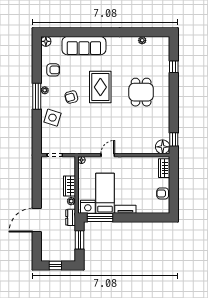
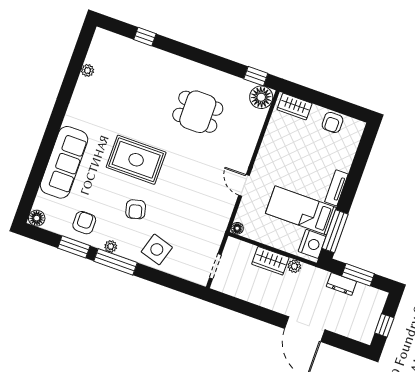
window: (37, 69) -> (74, 247), added
dining table: (141, 92) -> (198, 112), moved
dresser: (71, 217) -> (341, 284), moved

